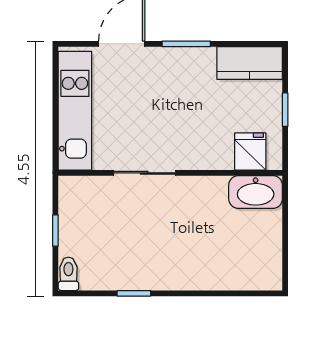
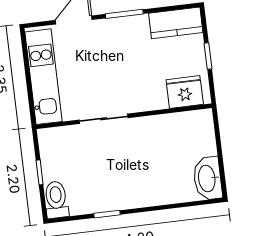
fridge: (250, 151) -> (185, 92), width x1.38
washbasin: (256, 192) -> (208, 178), moved, turned 90
toilet: (68, 274) -> (56, 200), width x1.37, depth x1.39

